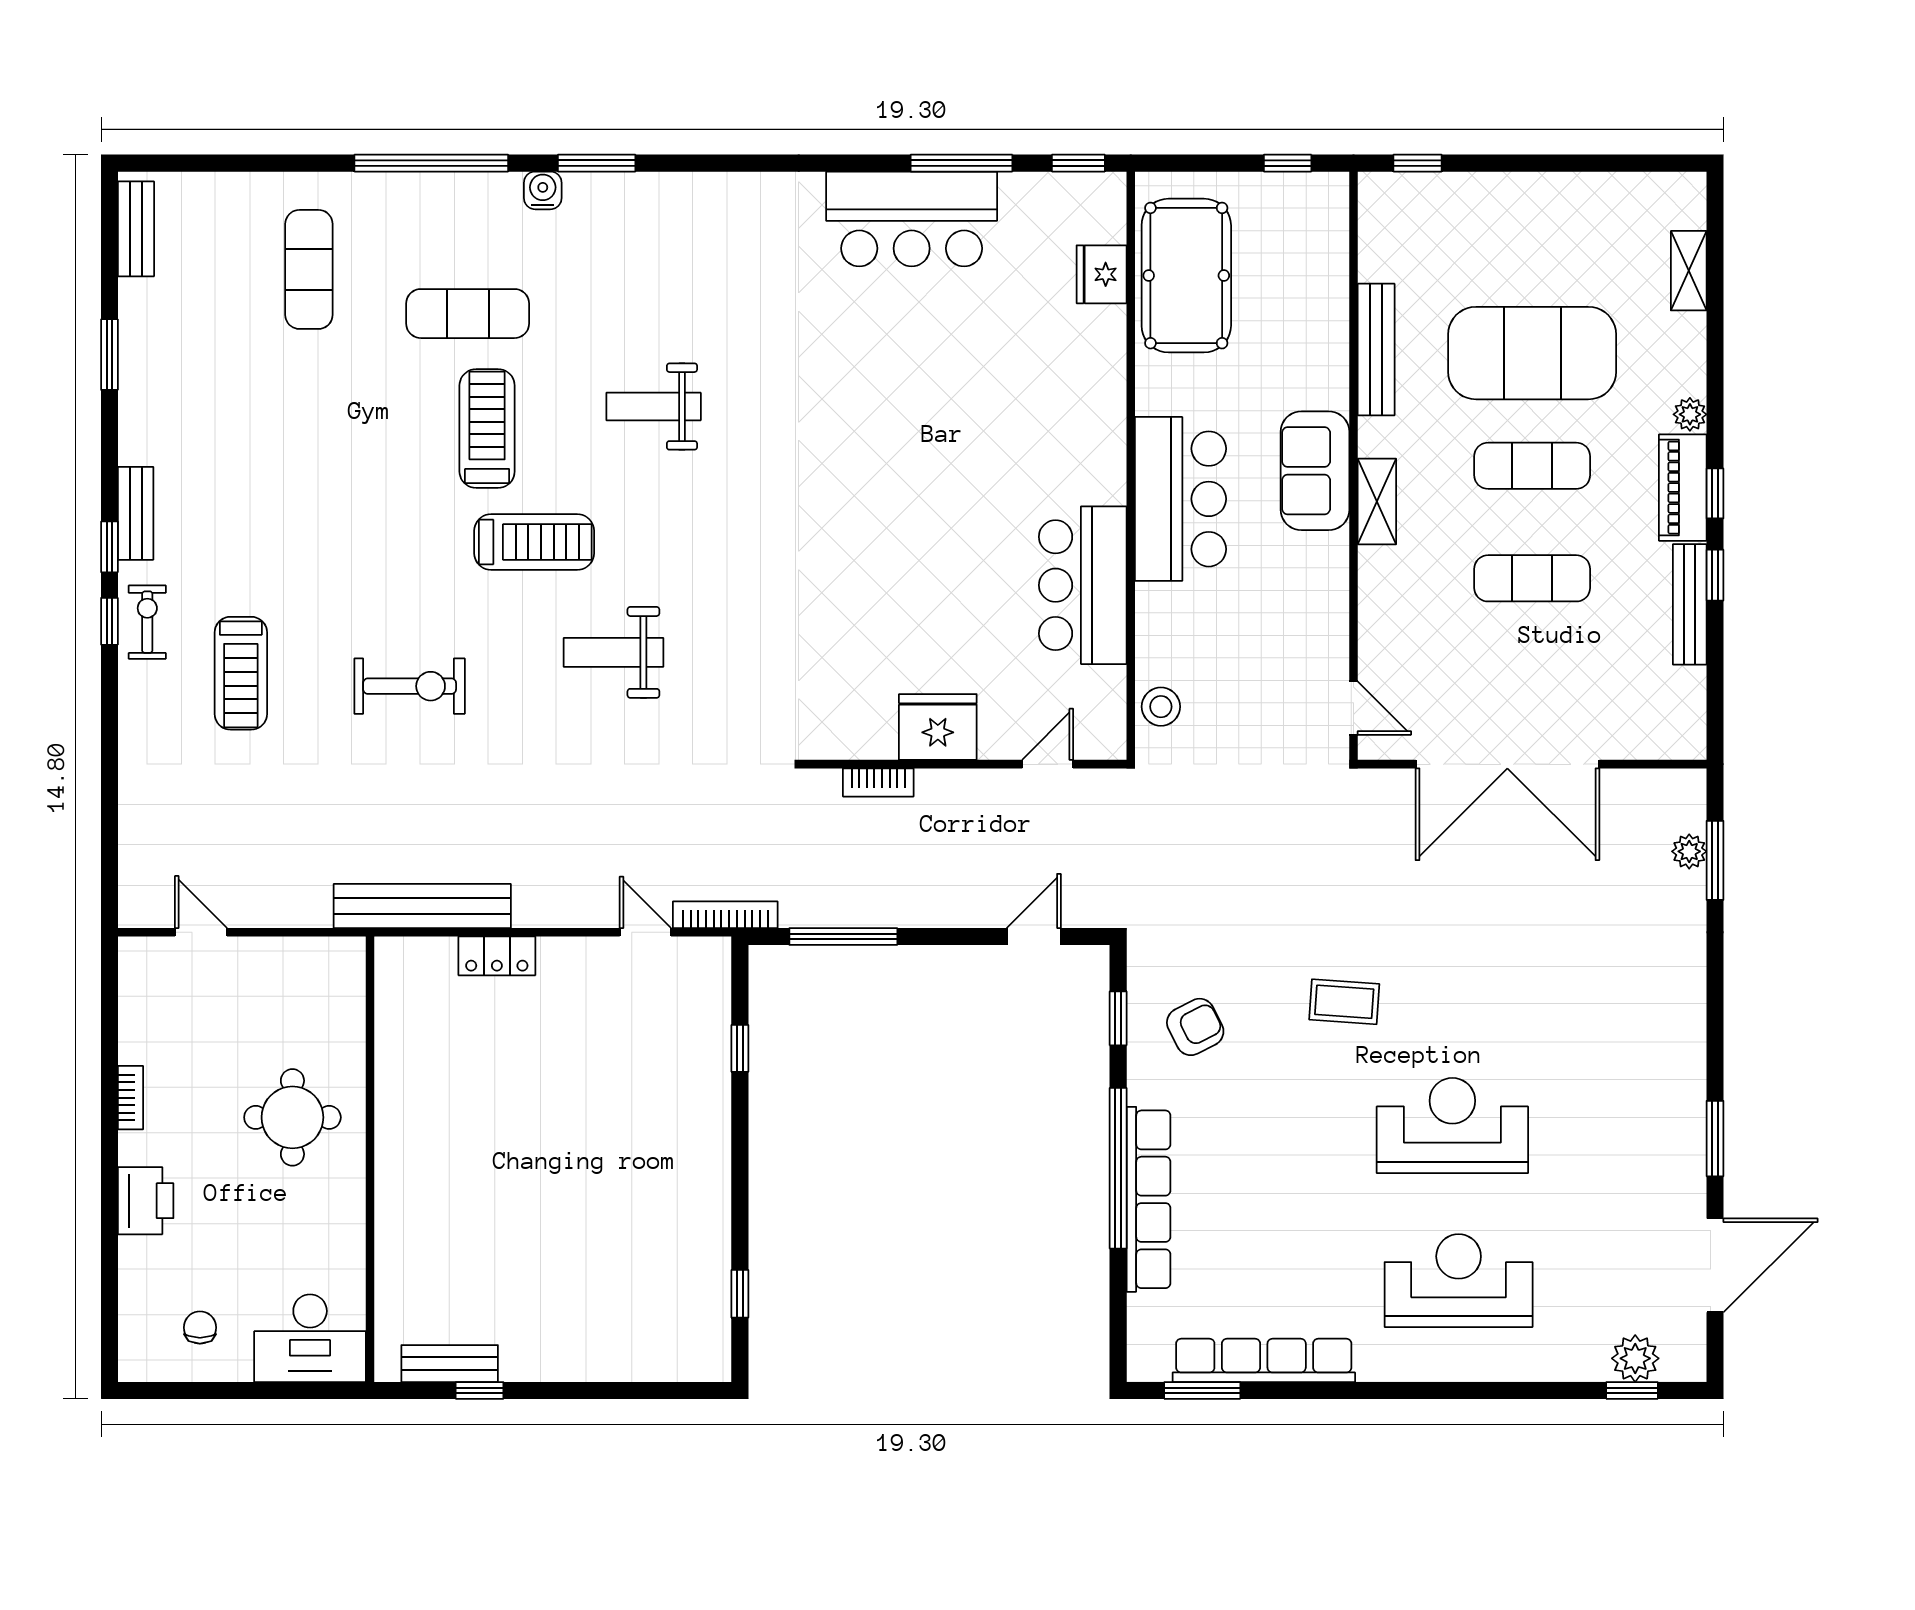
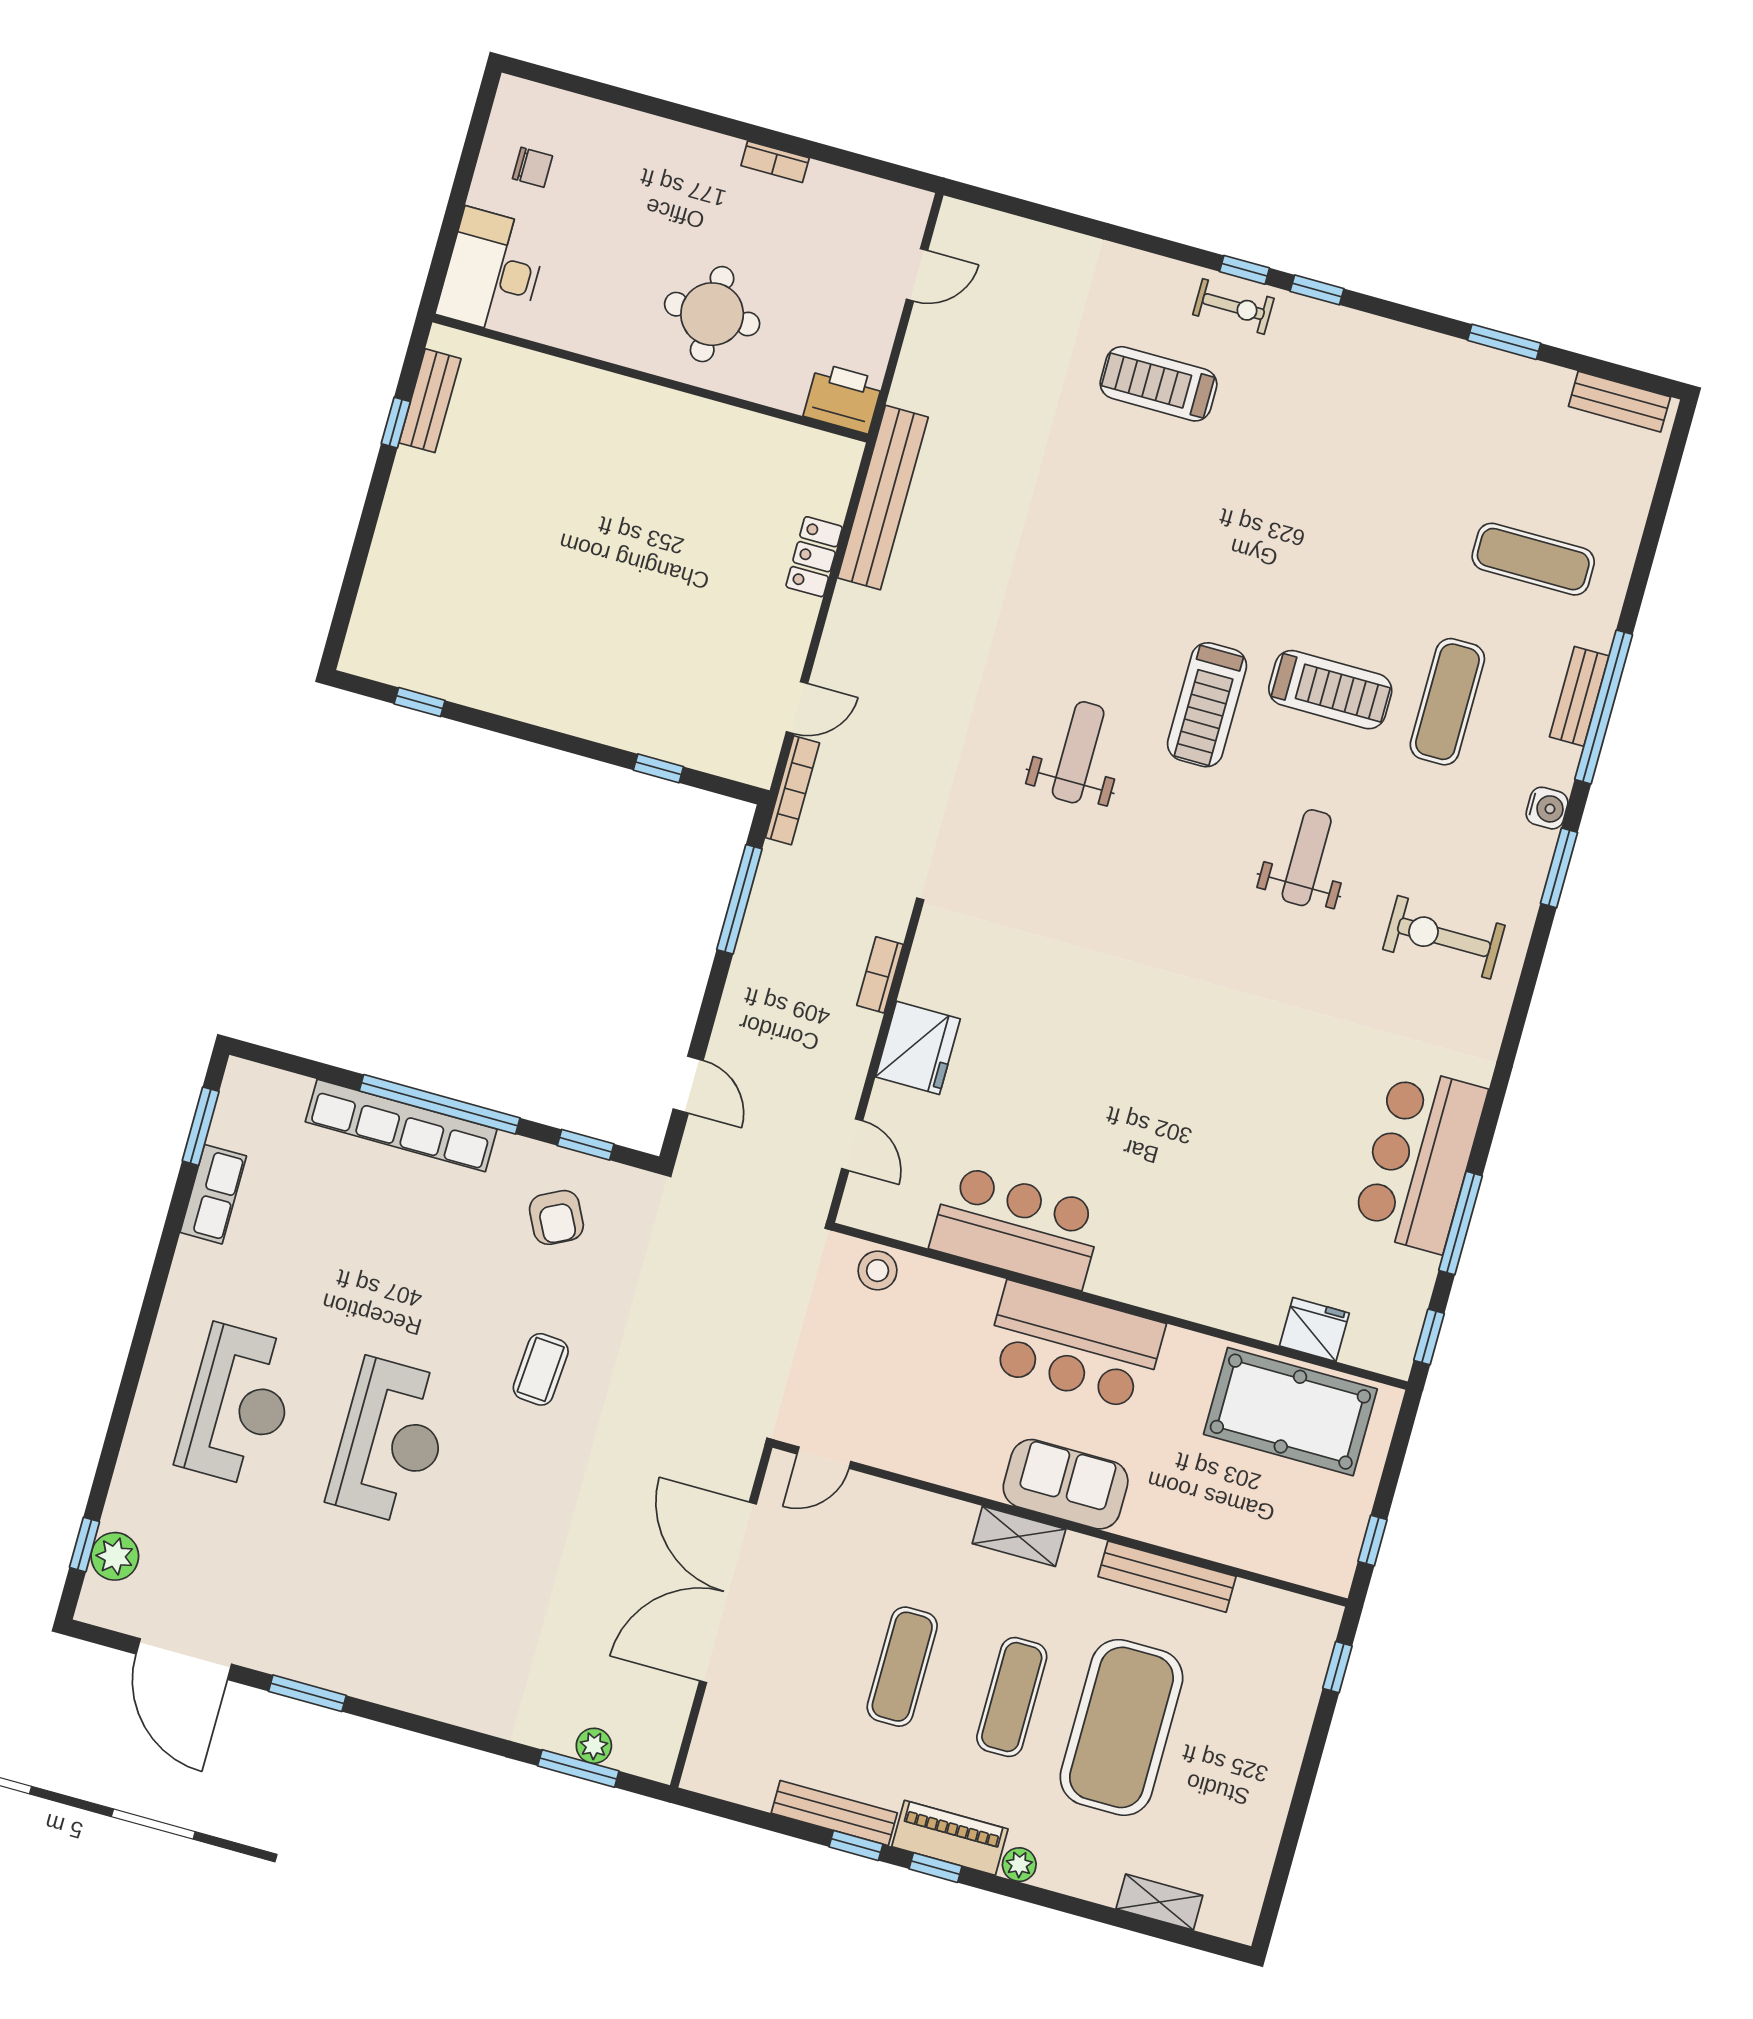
bench: (136, 513) -> (1579, 696), moved, turned 90
exercise bike: (410, 686) -> (1444, 937), moved, turned 90
printer: (146, 1201) -> (843, 398), moved, turned 180
row of seats: (1264, 1360) -> (213, 1194), width x0.50

